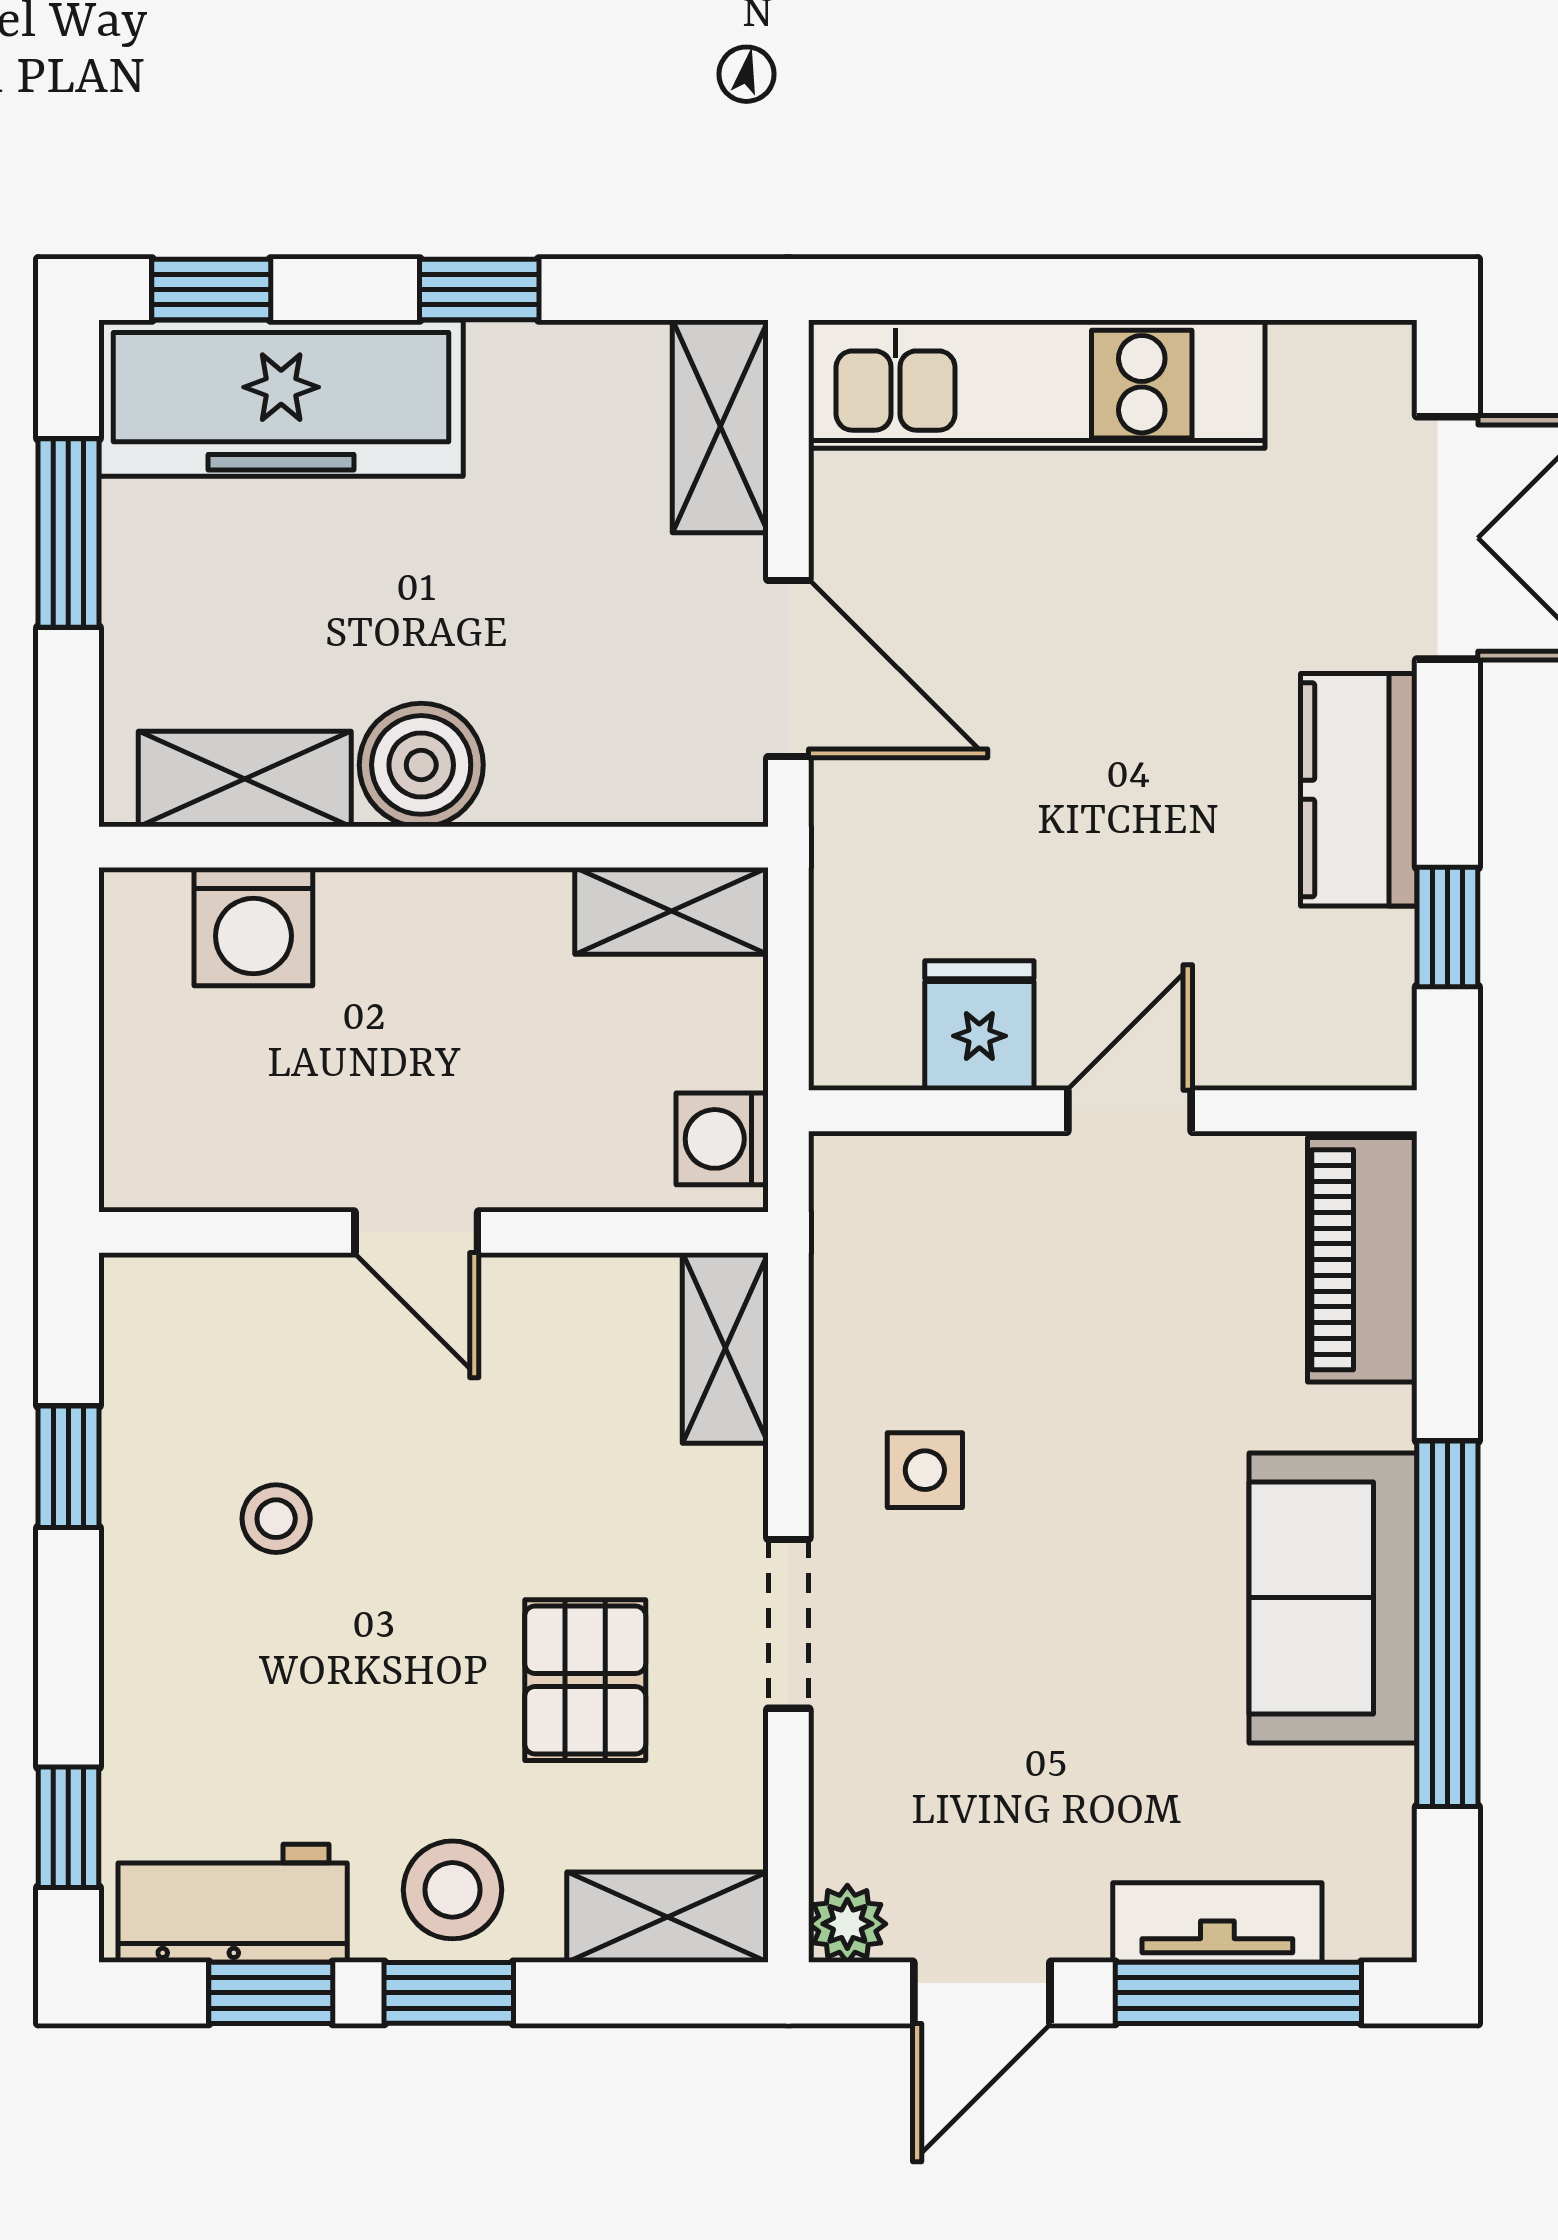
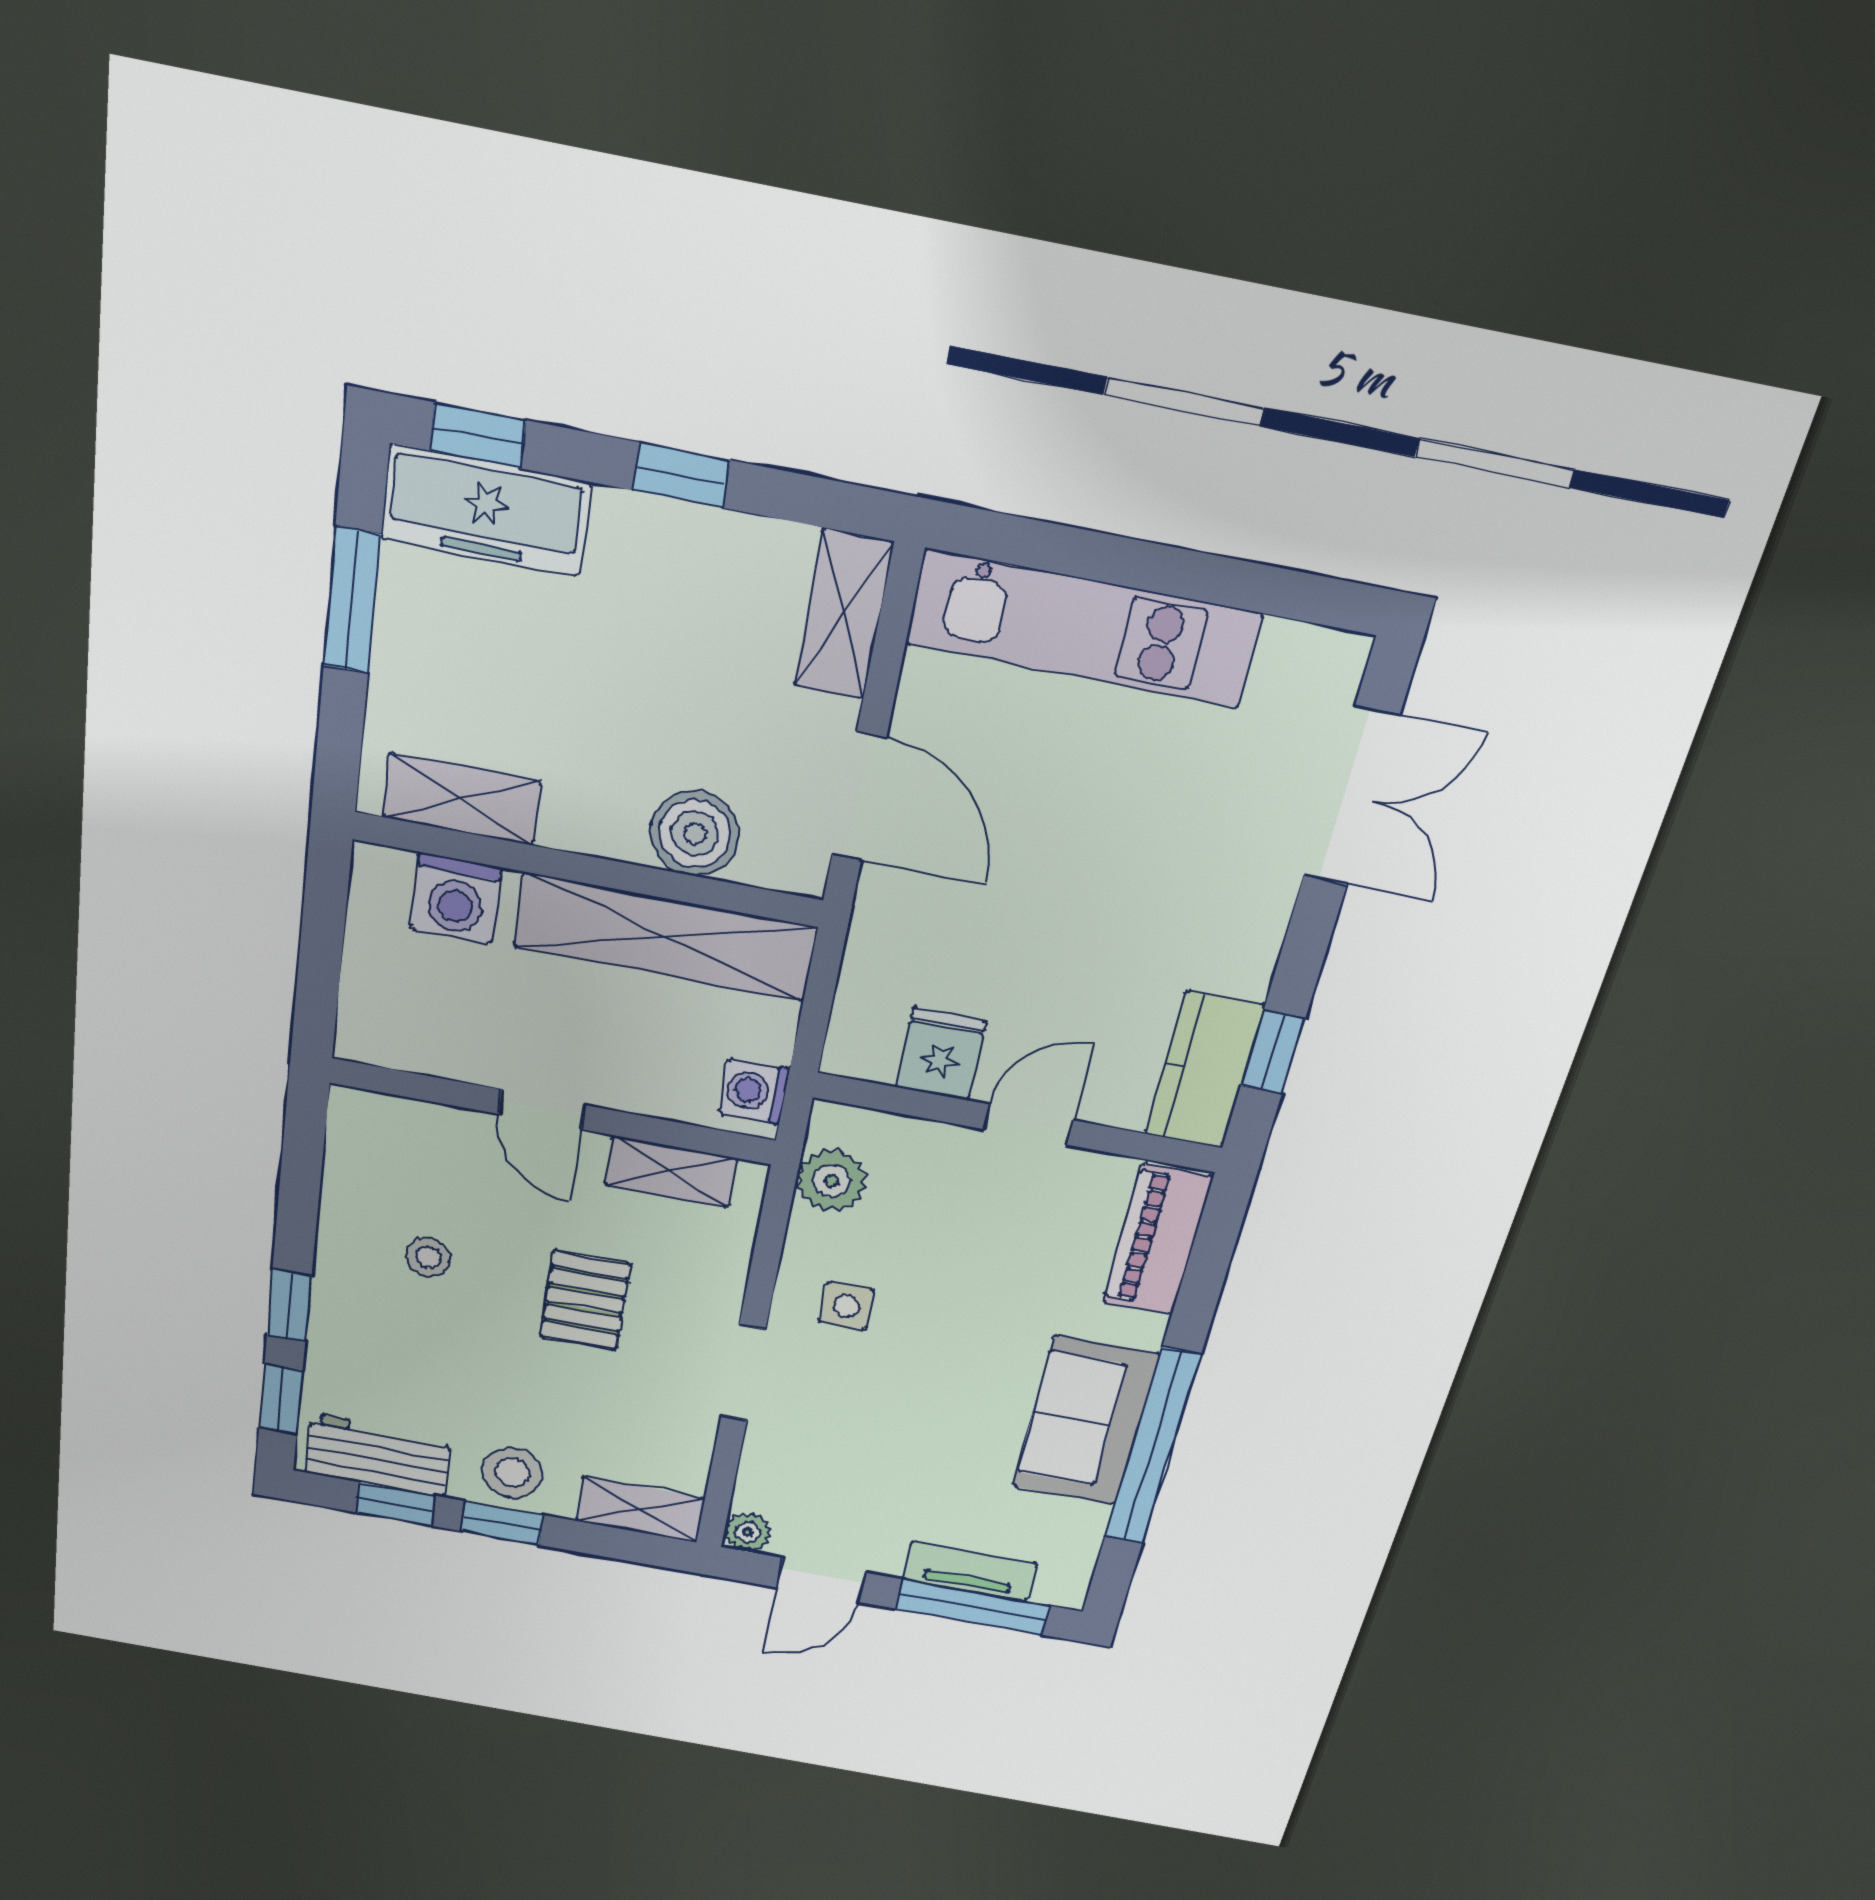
freezer: (281, 398) -> (485, 510), width x0.73, depth x0.79
boiler: (421, 765) -> (695, 833), moved
kitchen counter: (1359, 790) -> (1204, 1070), moved
shelving: (672, 911) -> (665, 937), width x2.20, depth x1.33
plant: (862, 1262) -> (832, 1181), added
shelving: (725, 1348) -> (670, 1172), moved, turned 90
window: (68, 1467) -> (289, 1305), moved
pallet: (585, 1680) -> (585, 1300), moved

